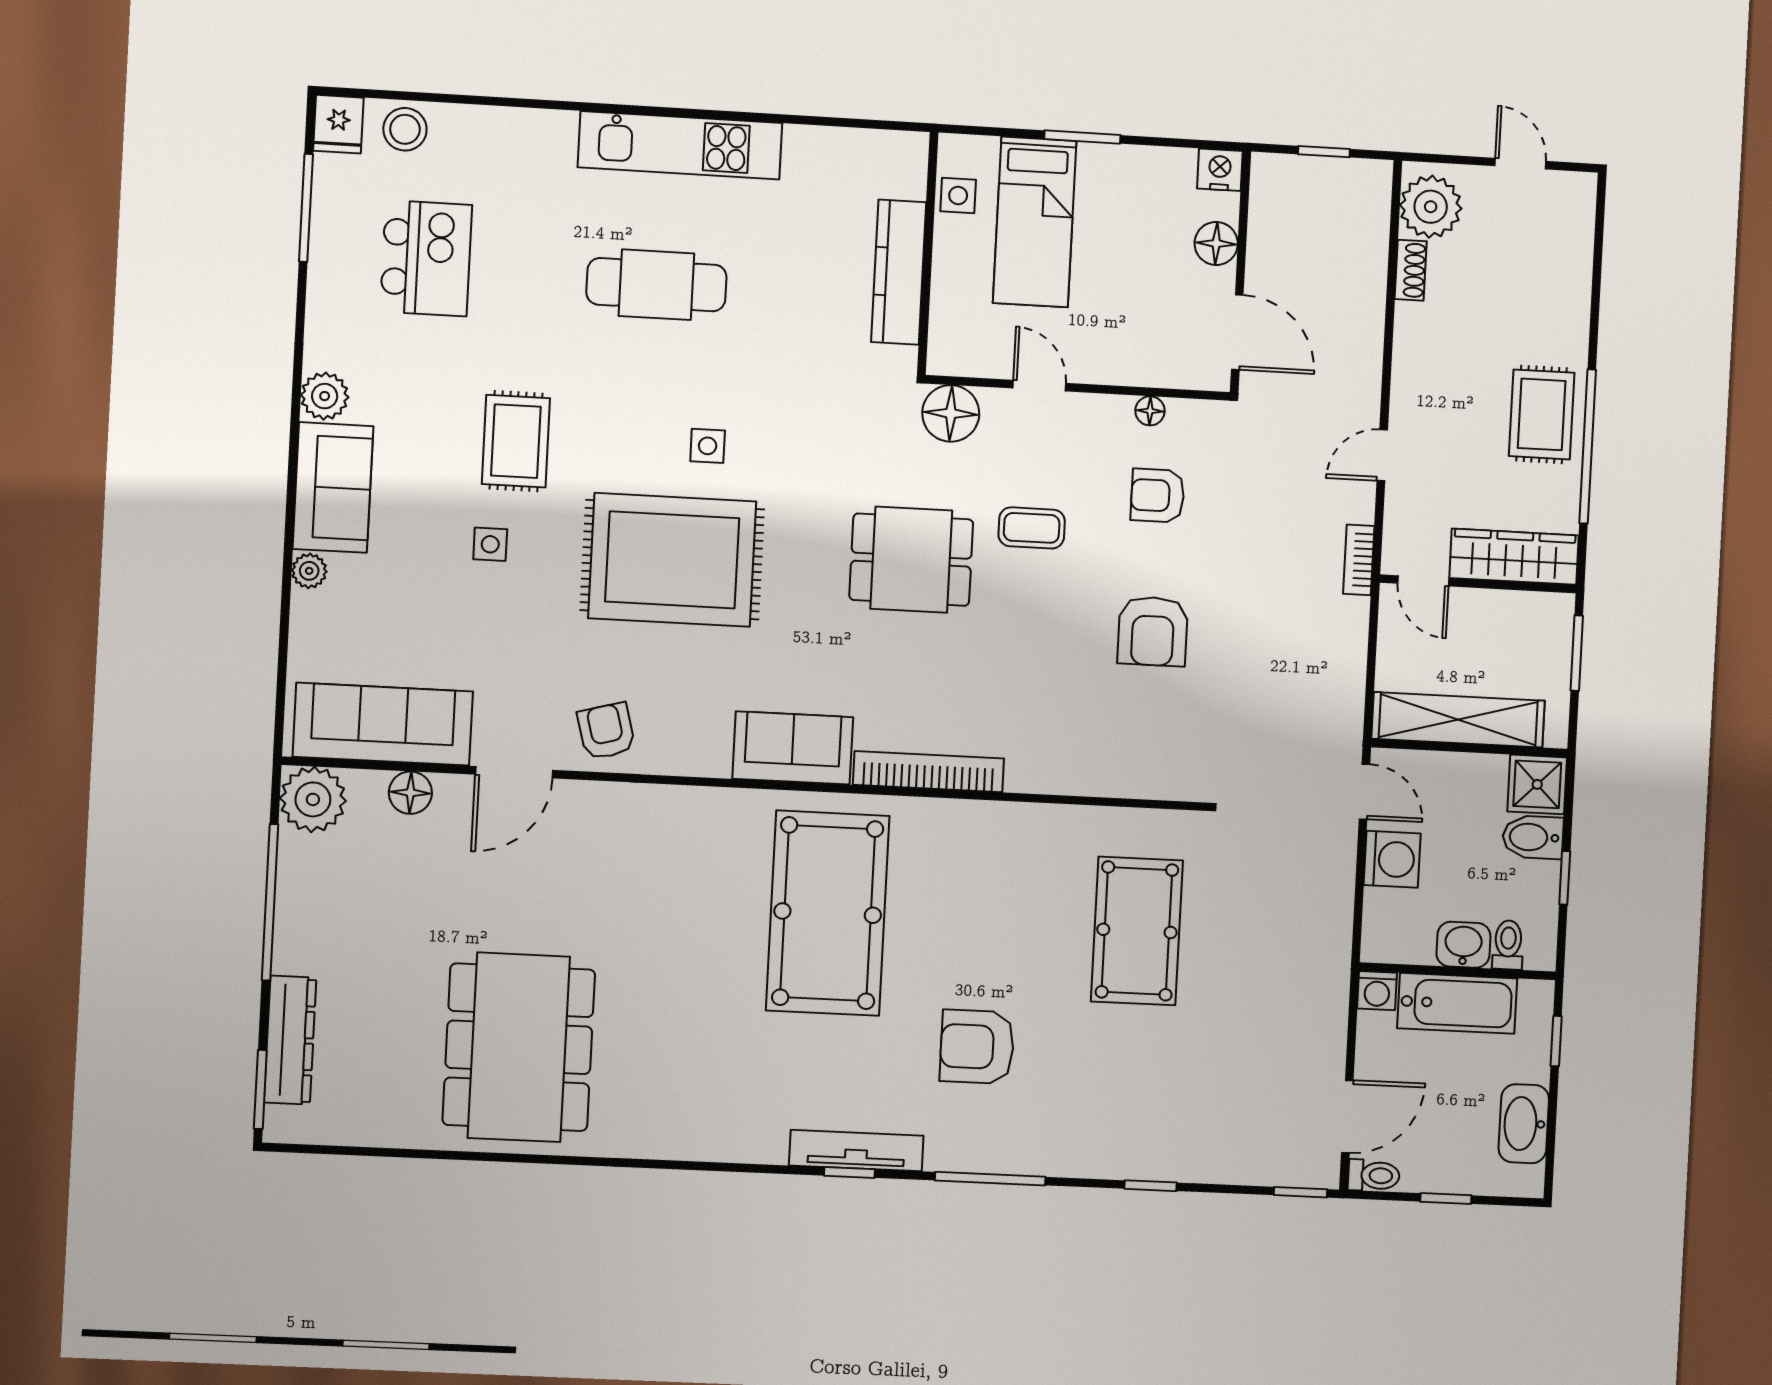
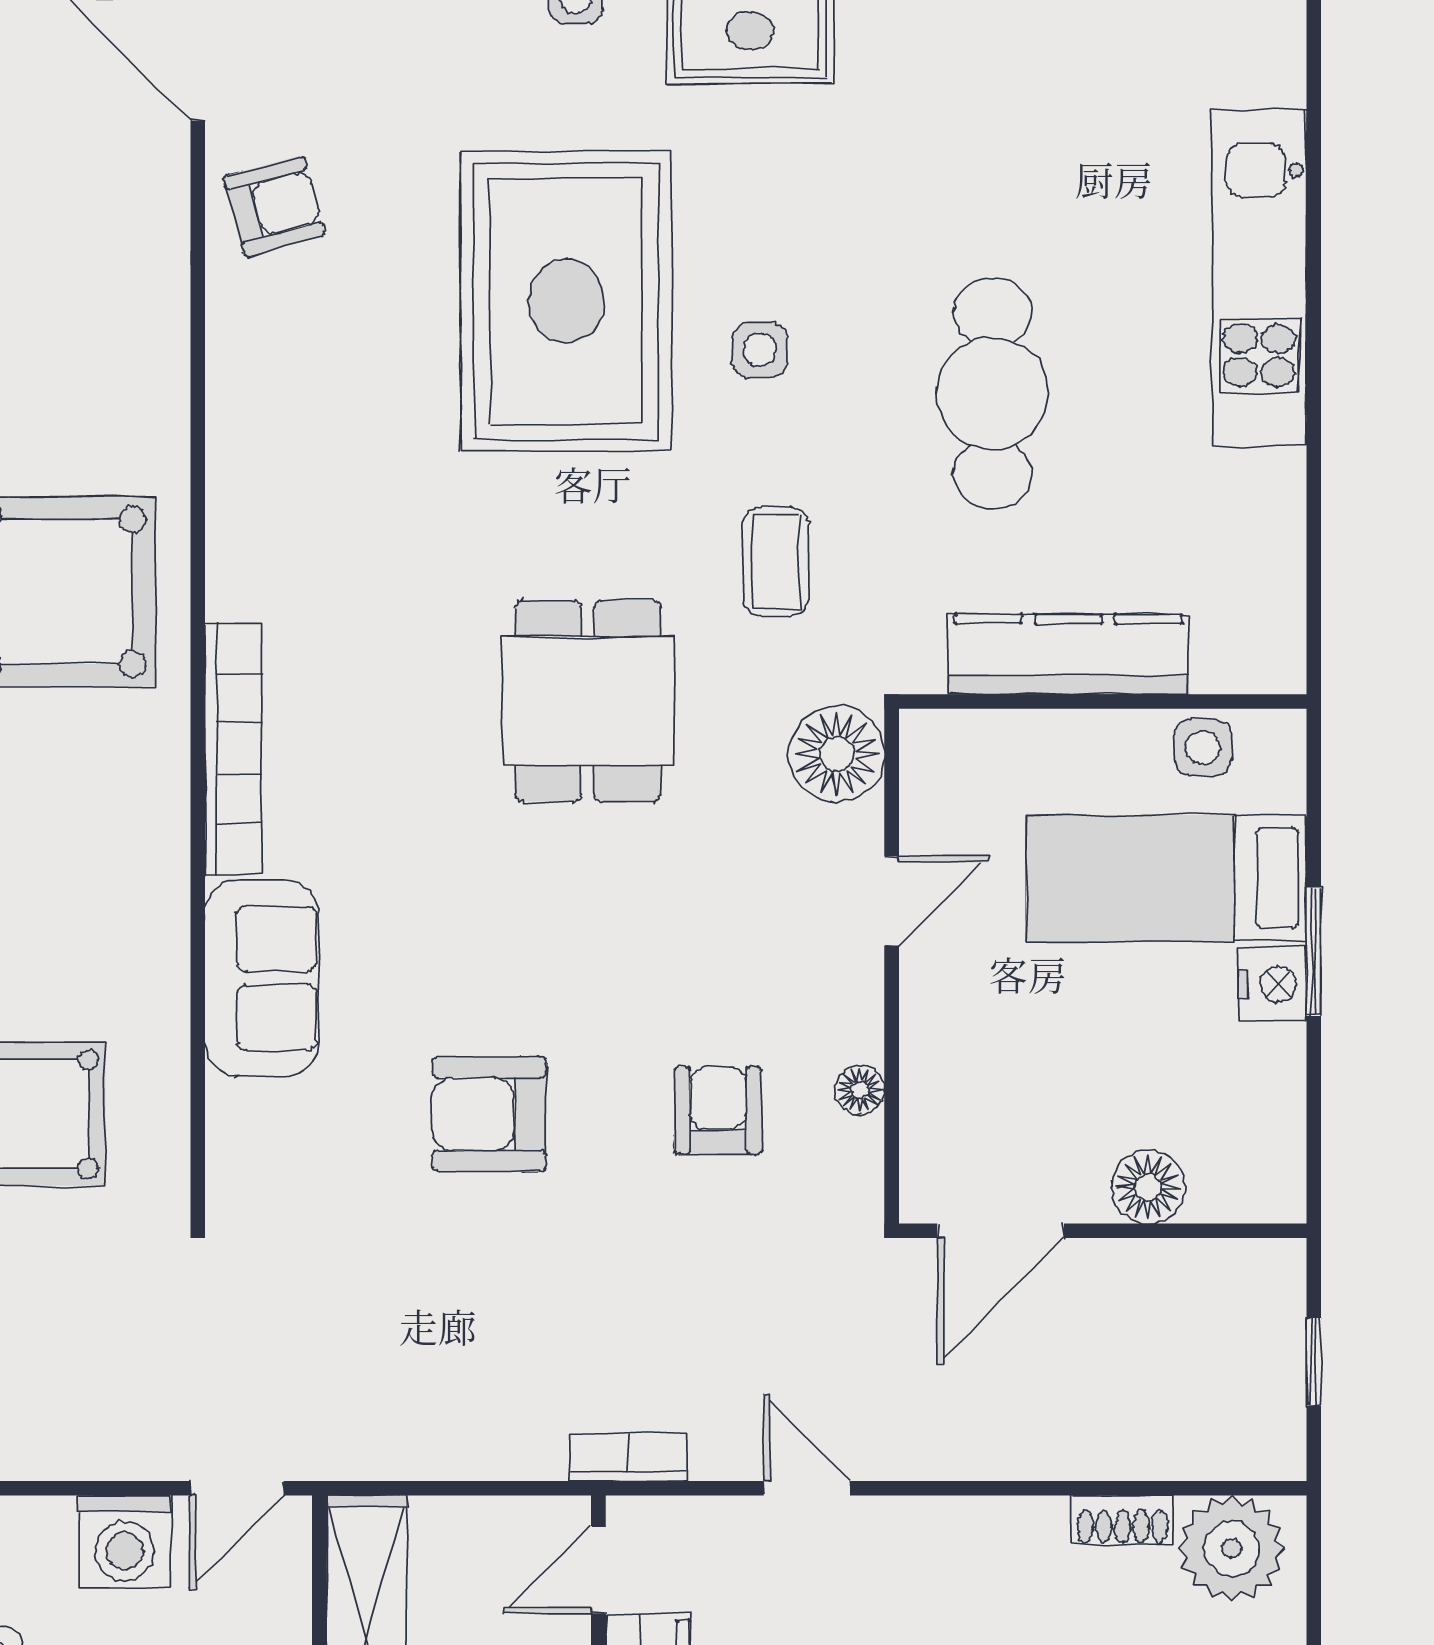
nightstand: (1220, 170) -> (1273, 984), moved
cafe table: (656, 285) -> (993, 394), moved
coffee table: (1032, 528) -> (776, 562), moved
sofa: (793, 748) -> (262, 978), moved

